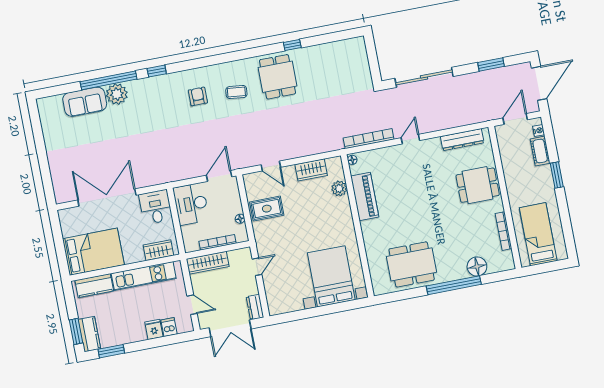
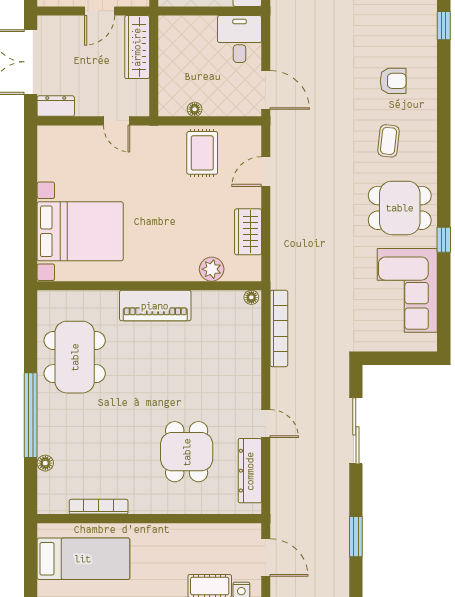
corner sofa: (329, 62) -> (407, 290), added
sliding door: (424, 77) -> (356, 431), width x0.73
door: (410, 139) -> (266, 423), moved
dining table: (478, 185) -> (187, 452), moved
piano: (365, 197) -> (155, 306), moved
desk: (191, 204) -> (240, 39), width x0.73
bookcase: (217, 242) -> (165, 68), removed
floor lamp: (477, 266) -> (45, 463), width x0.53, depth x0.53
door: (192, 305) -> (100, 11), moved

